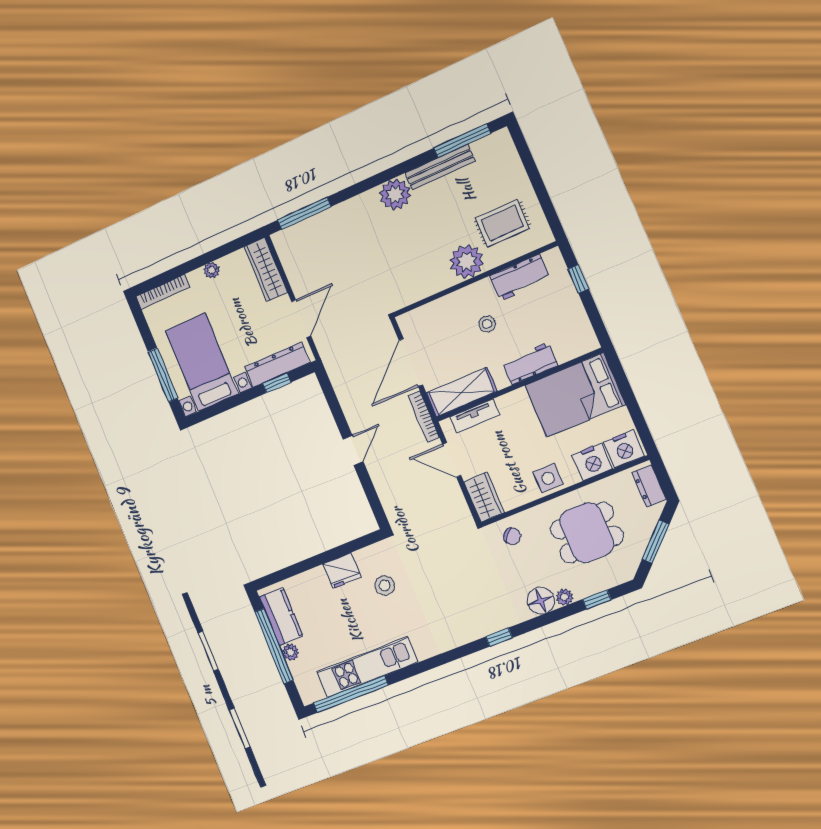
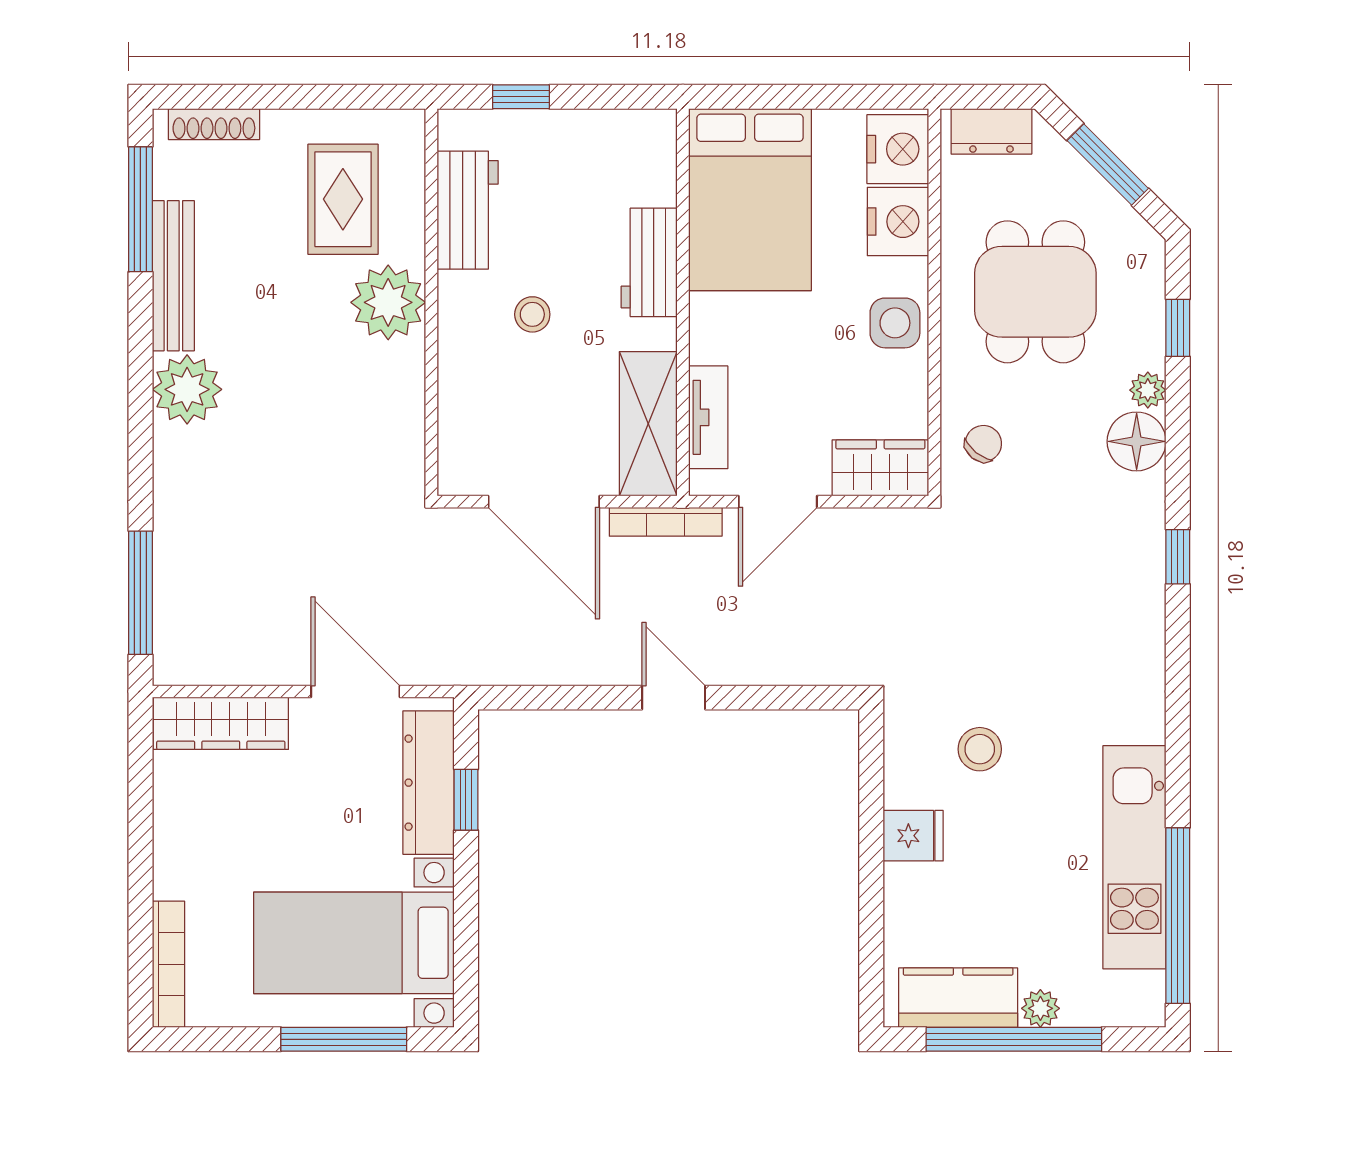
shoe rack: (511, 155) -> (214, 124), added
plant: (212, 270) -> (170, 839), removed
fridge: (342, 571) -> (913, 836), width x0.72

